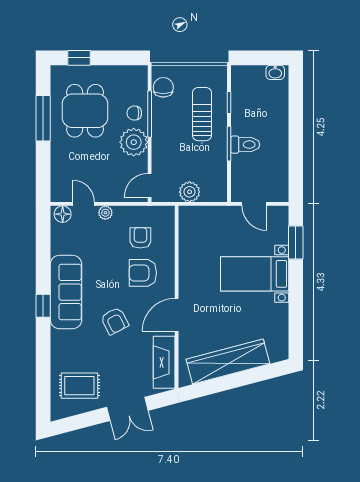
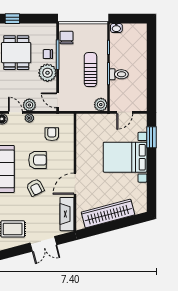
washbasin: (275, 72) -> (116, 28), moved
sun lounger: (202, 114) -> (90, 70), moved
door: (150, 185) -> (58, 100), hinge flipped
plant: (106, 192) -> (29, 105), added
plant: (190, 192) -> (101, 105), moved
door: (254, 204) -> (125, 112), hinge flipped
armchair: (143, 273) -> (38, 160), moved, turned 180
bed with nightstands: (255, 274) -> (125, 157), width x1.36

